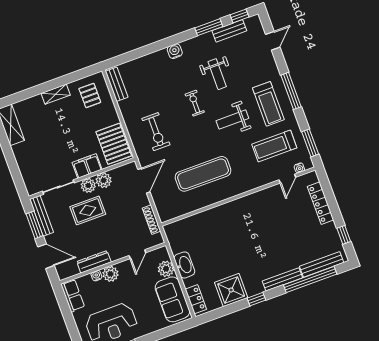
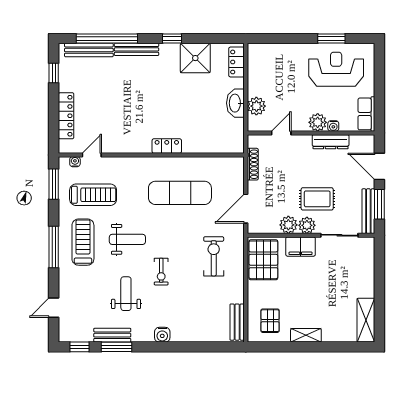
bench: (229, 31) -> (112, 335), moved
locker: (228, 209) -> (167, 146), added
sofa: (172, 299) -> (262, 71), removed

